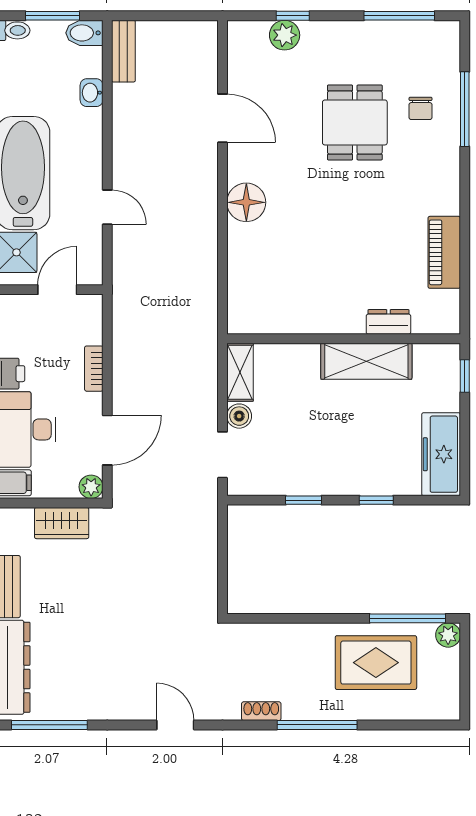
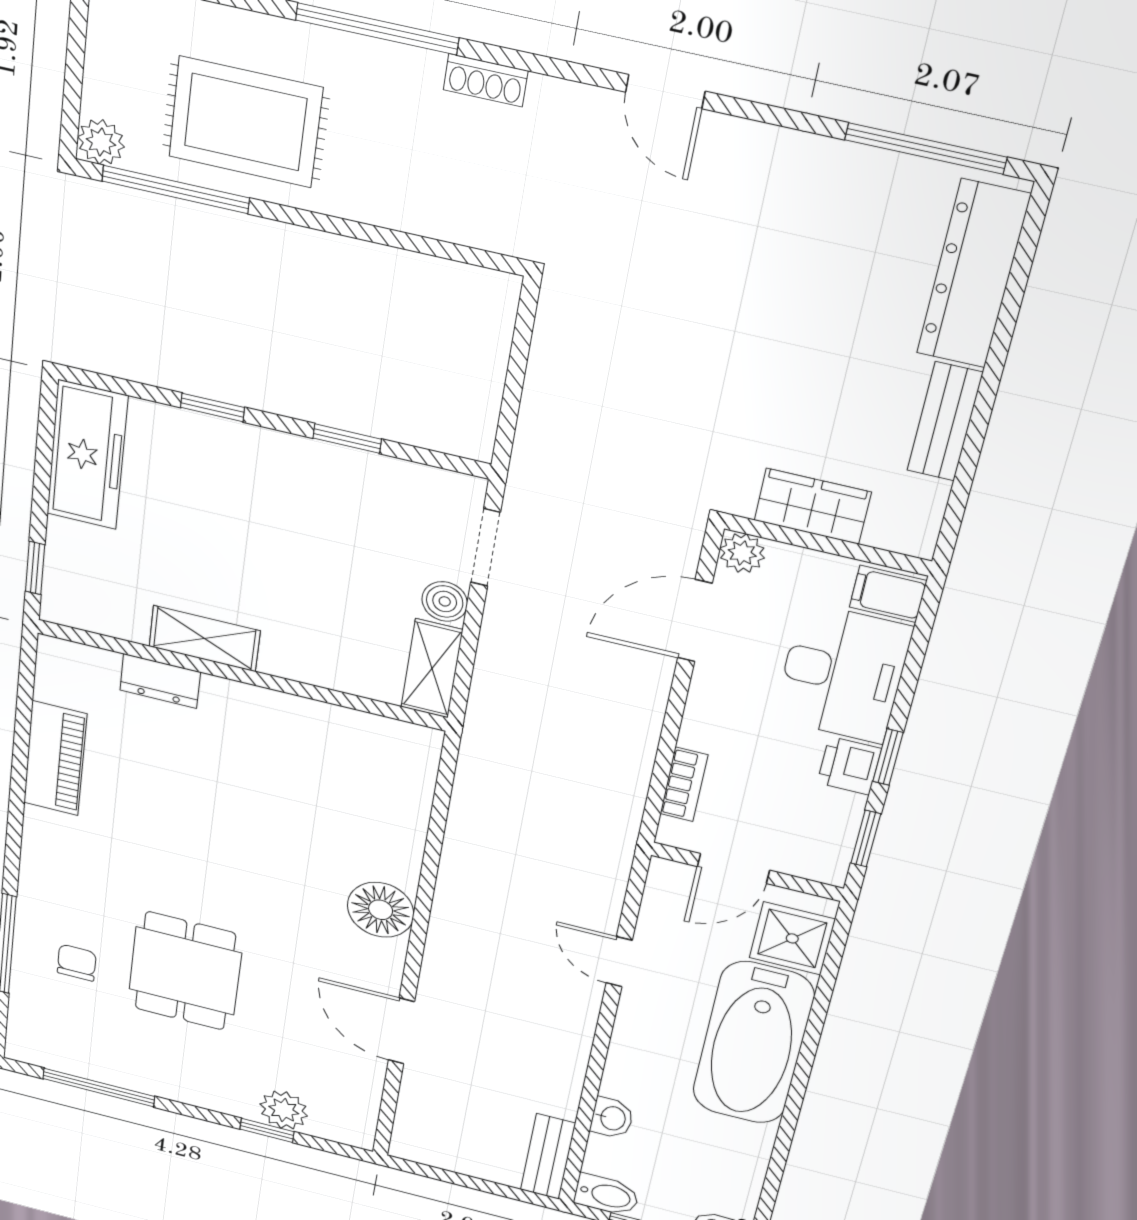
shelving: (366, 361) -> (205, 639), width x0.67, depth x0.75
bookcase: (94, 369) -> (684, 784), moved

